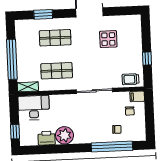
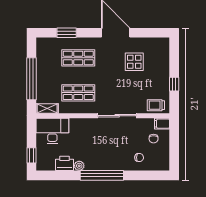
plant: (64, 135) -> (79, 166), width x0.53, depth x0.53
window: (112, 147) -> (102, 175), moved

